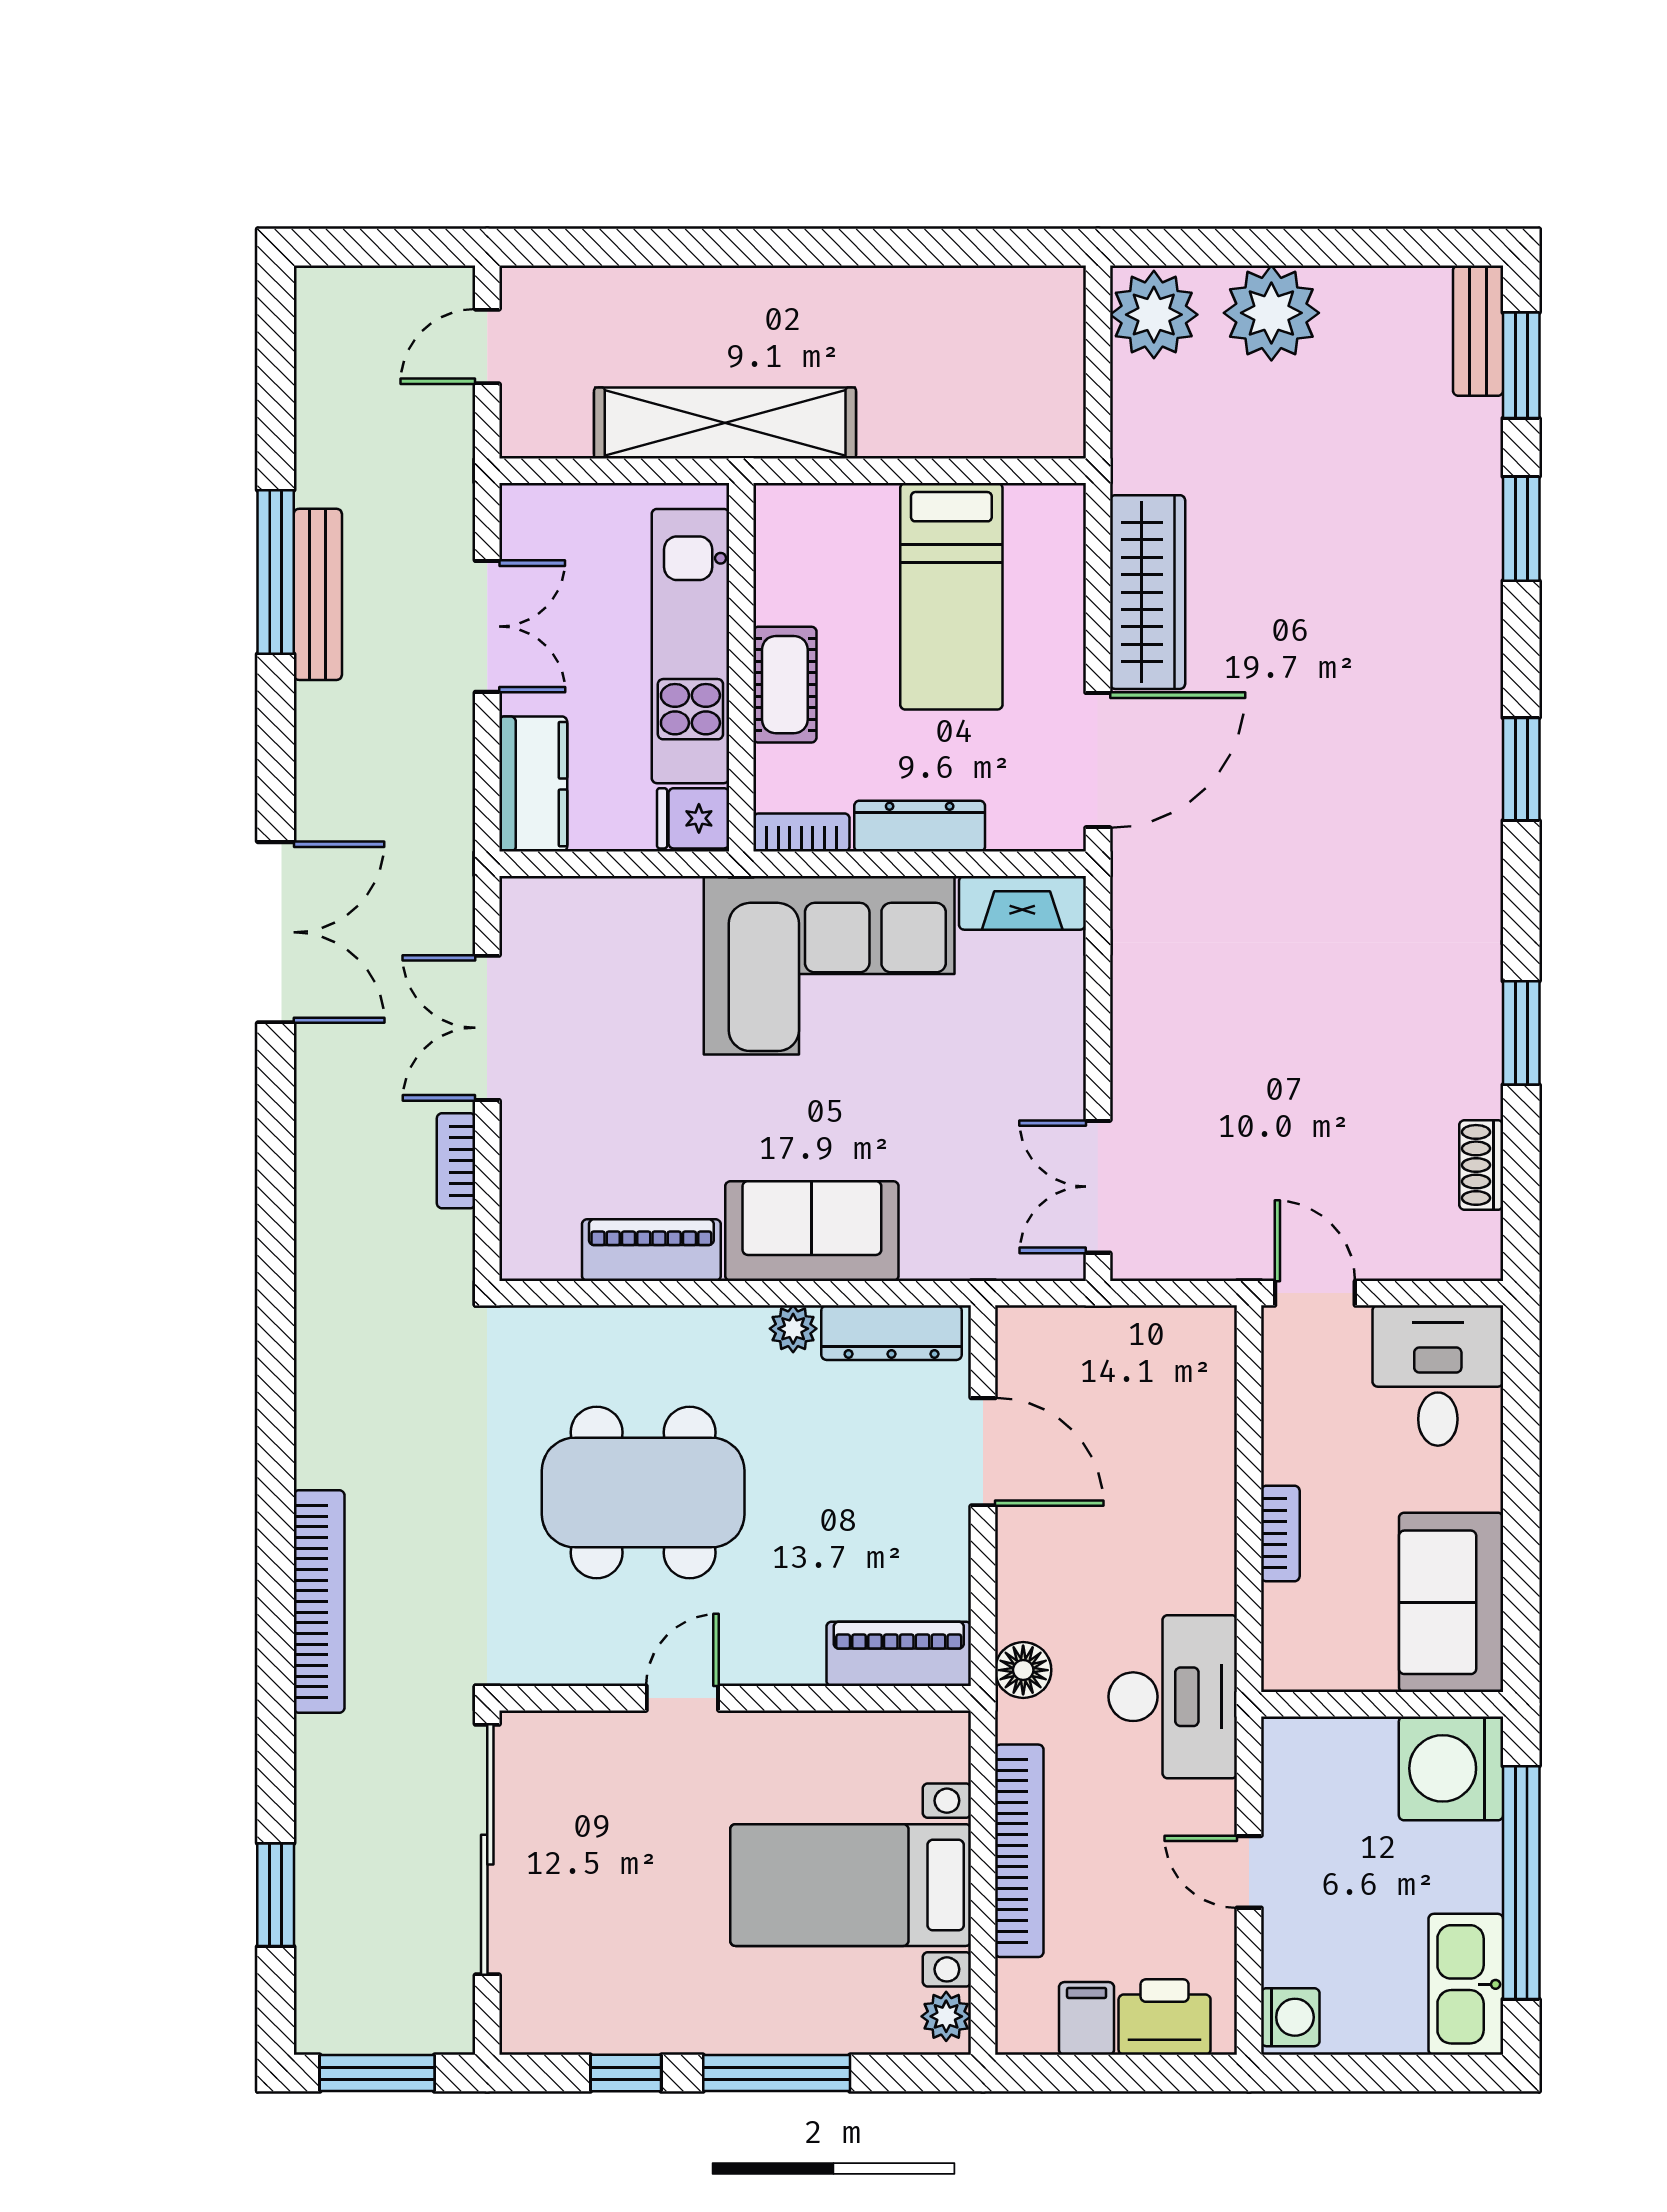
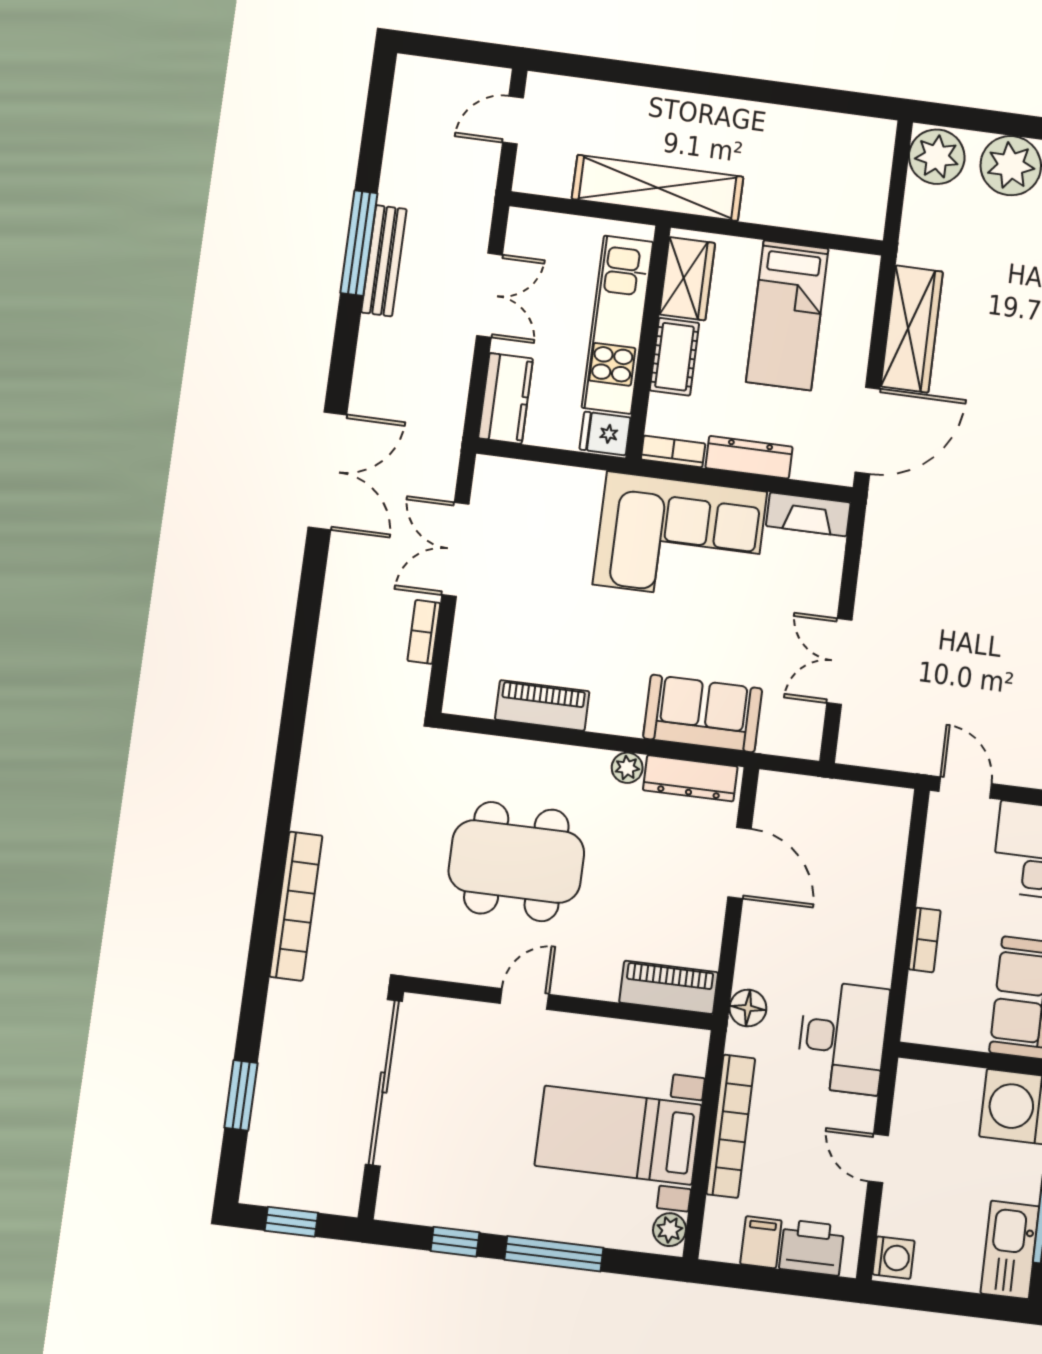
wardrobe: (789, 560) -> (687, 279), added
double door: (1098, 1187) -> (839, 661), moved
sofa: (812, 1231) -> (703, 713), moved
window: (377, 2073) -> (291, 1222), width x0.67

